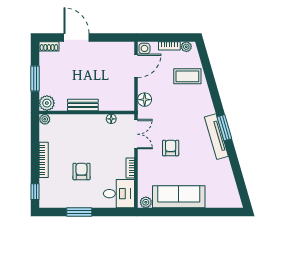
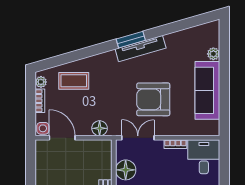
coffee table: (187, 76) -> (74, 81), turned 90
floor lamp: (111, 119) -> (126, 170), width x1.89, depth x1.89
armchair: (171, 148) -> (153, 99), width x1.88, depth x1.88
plant: (146, 202) -> (213, 54), moved

